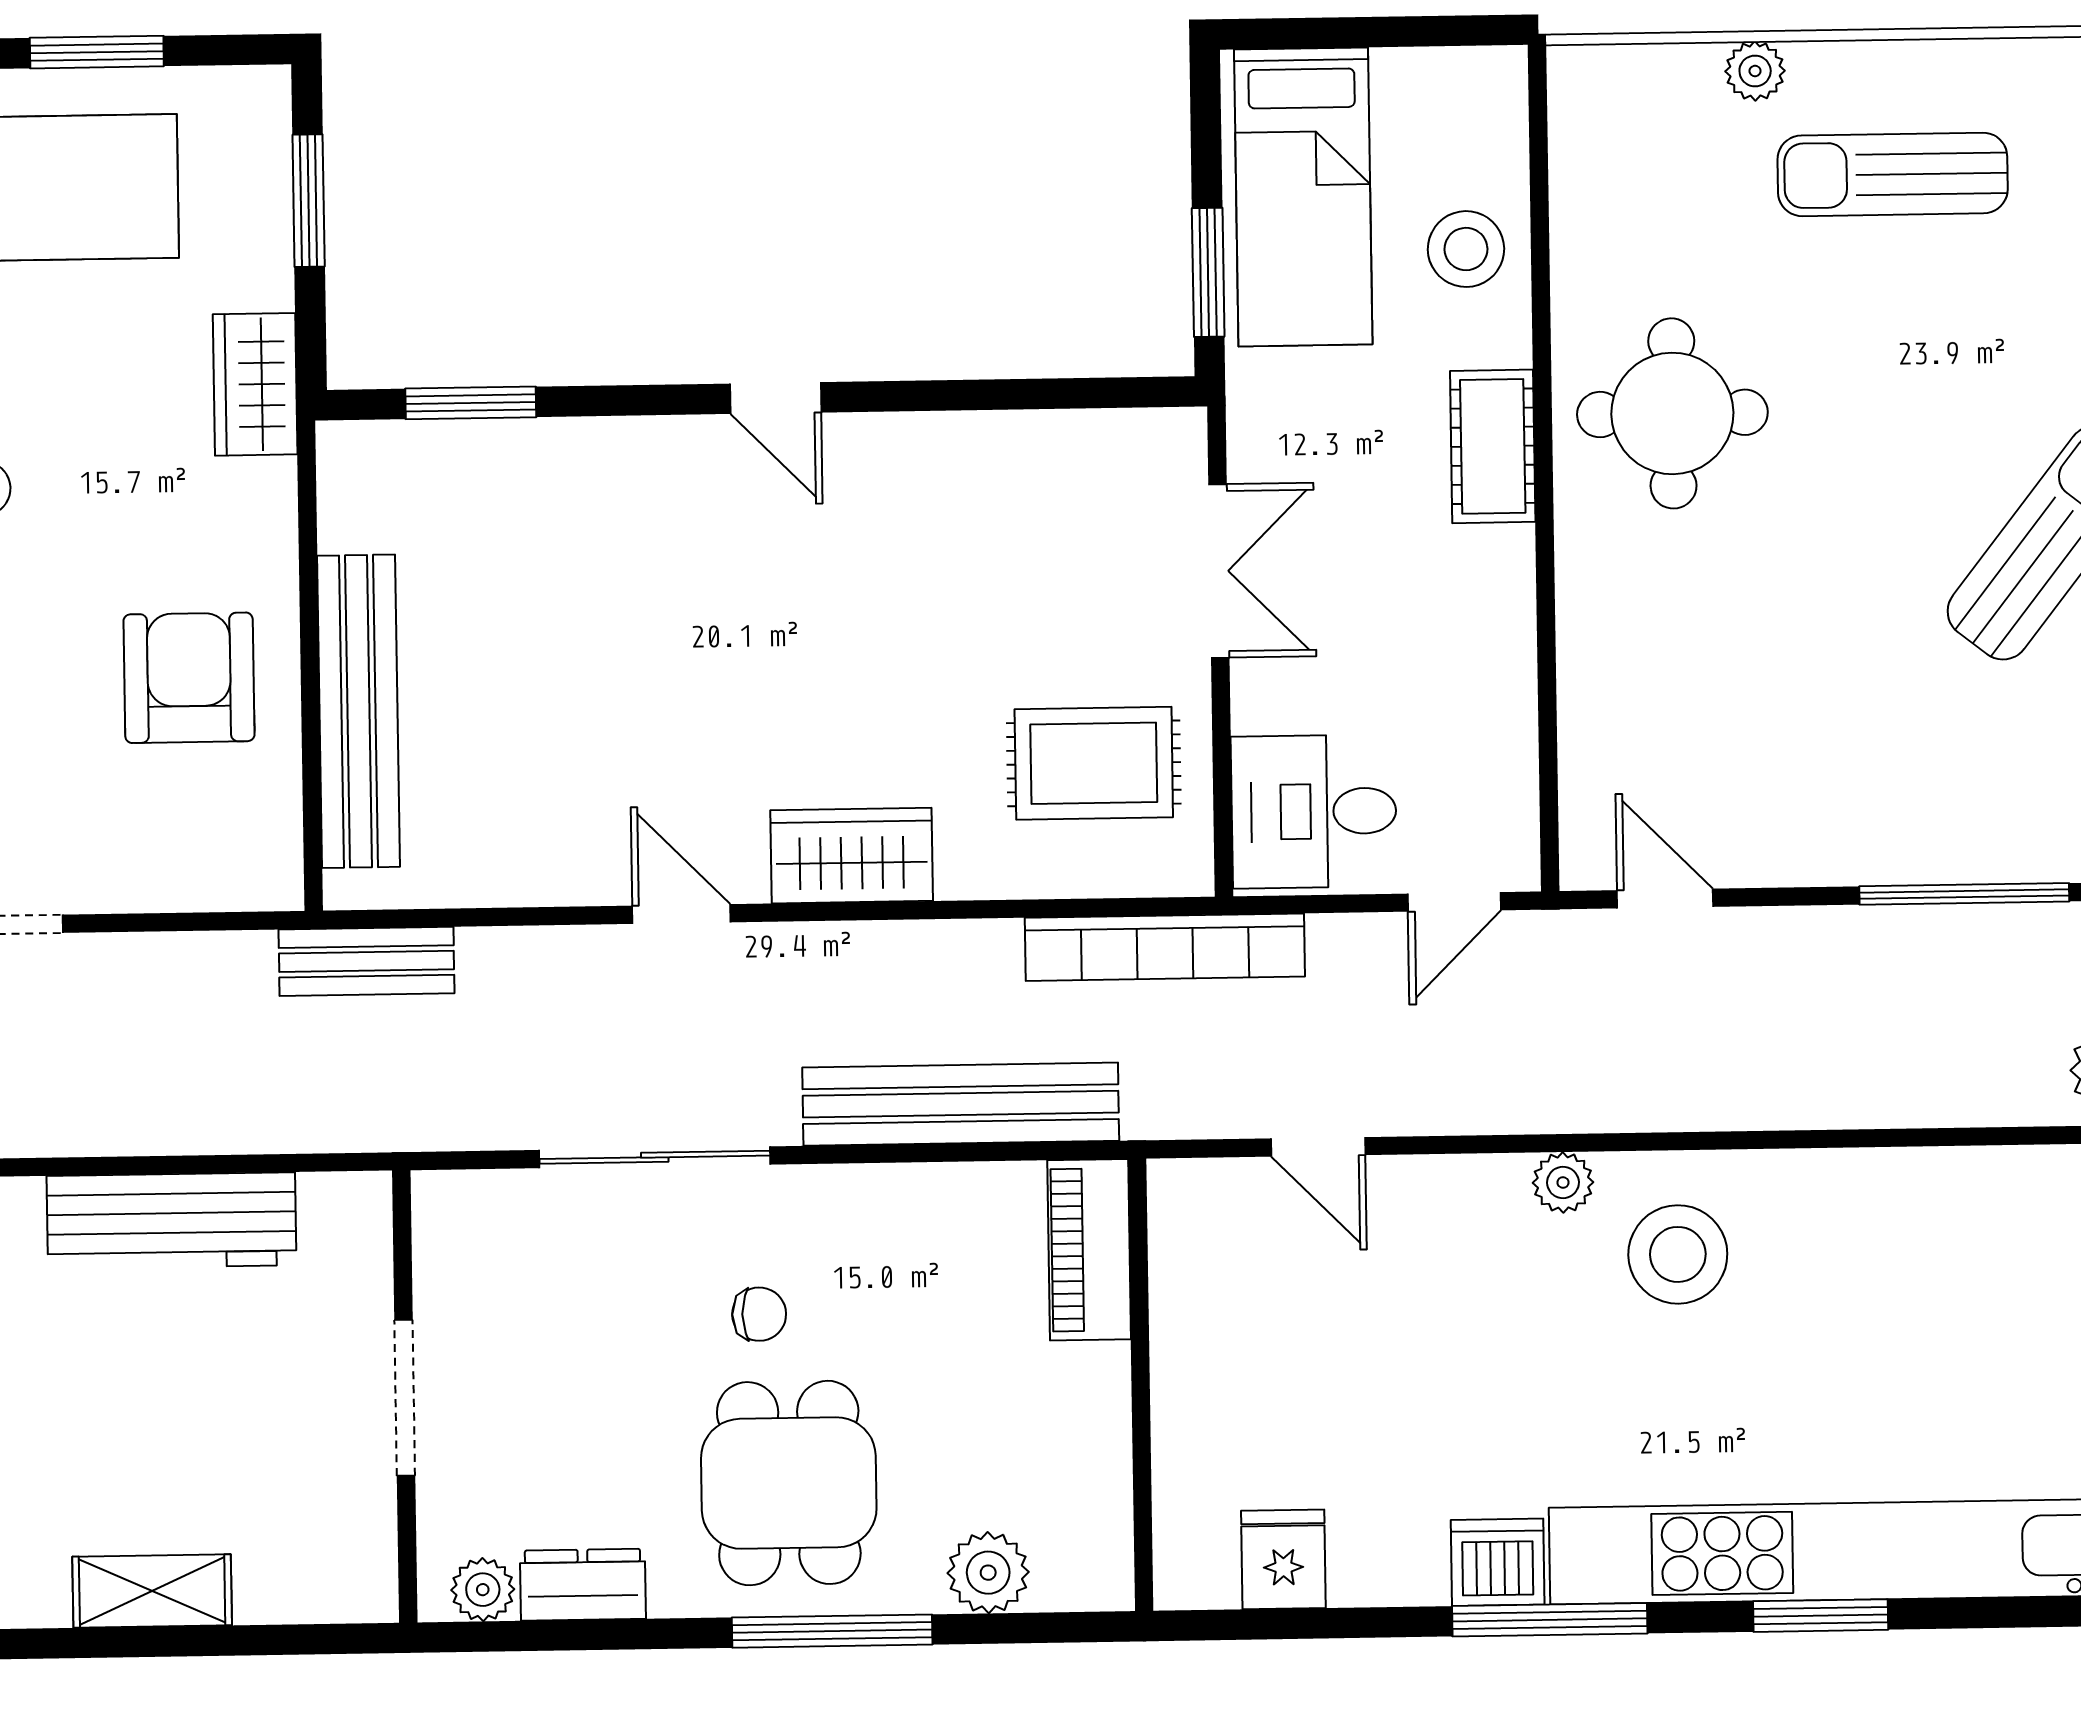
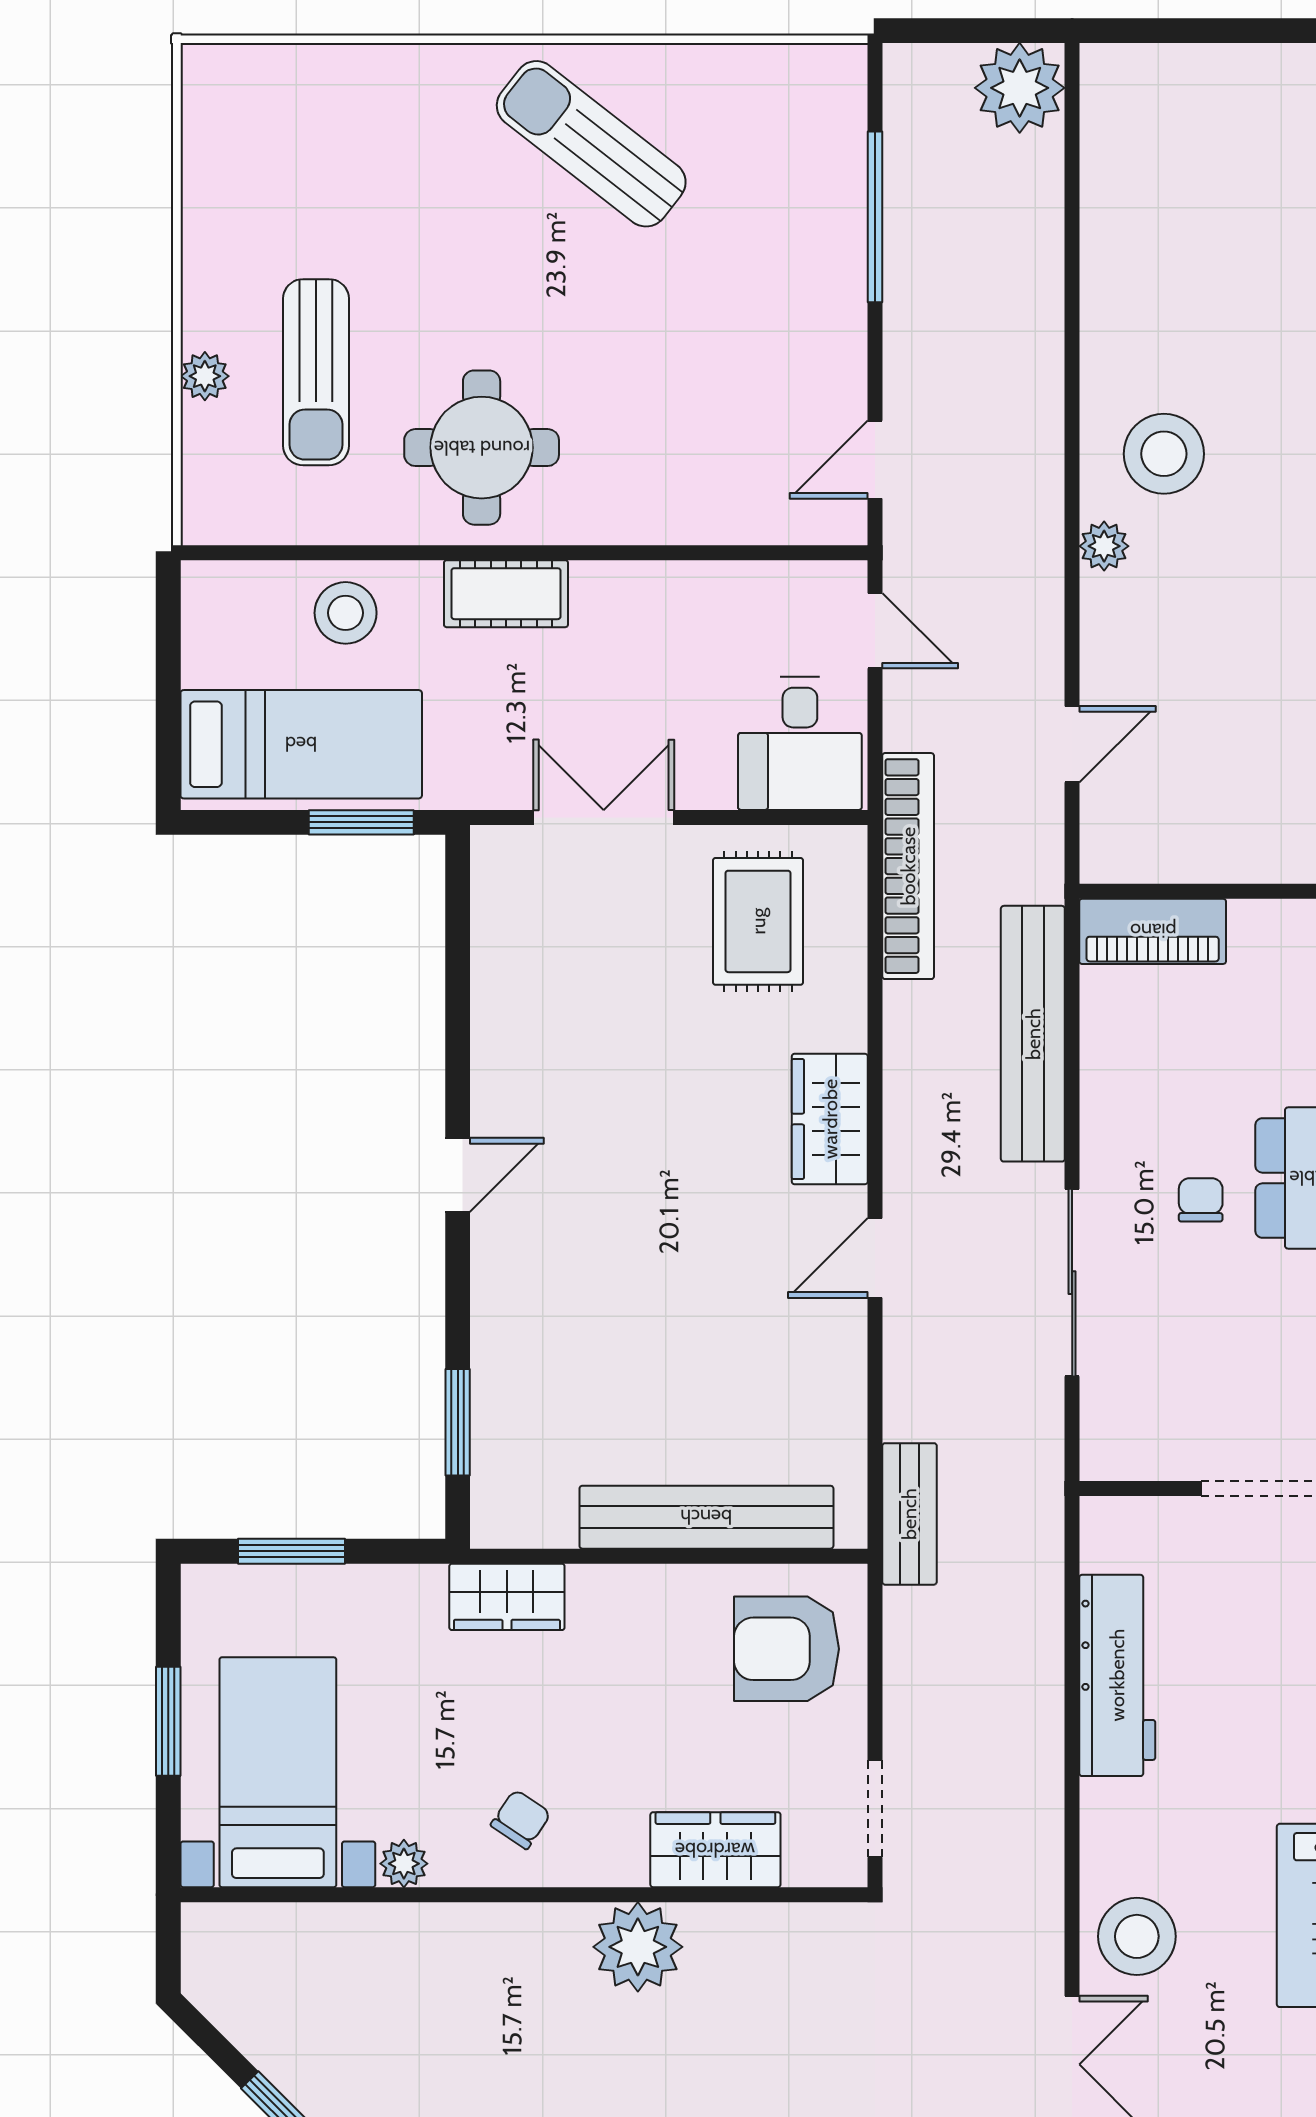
sun lounger: (1893, 174) -> (316, 372), moved
wardrobe: (255, 384) -> (507, 1597), moved
armchair: (189, 678) -> (787, 1649), moved

